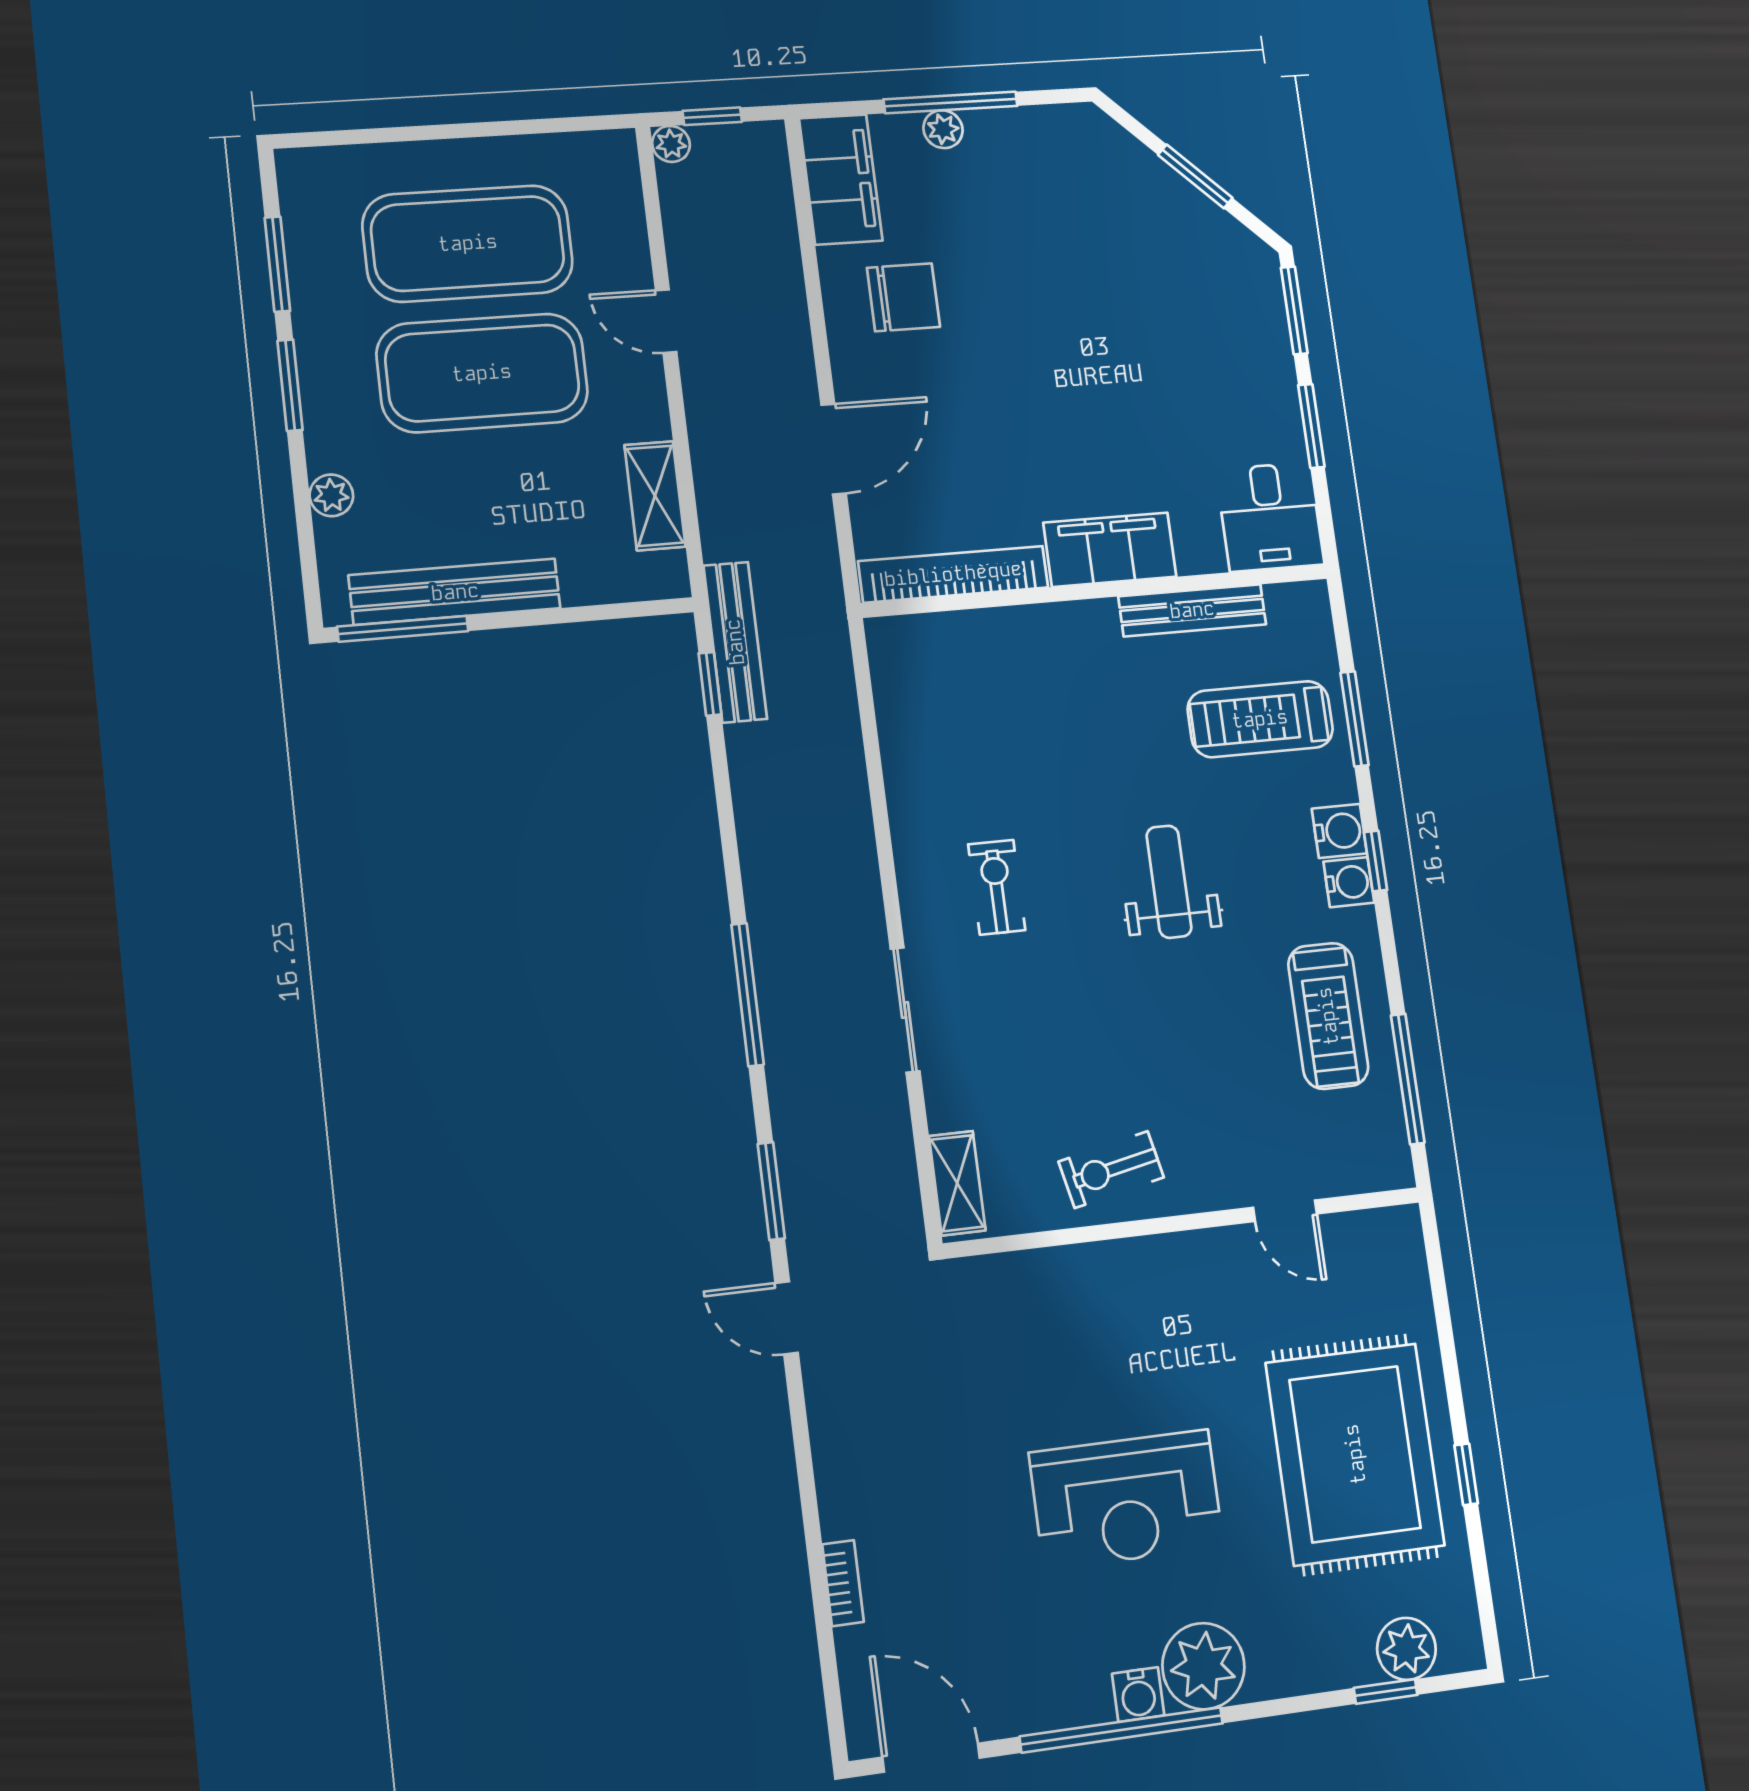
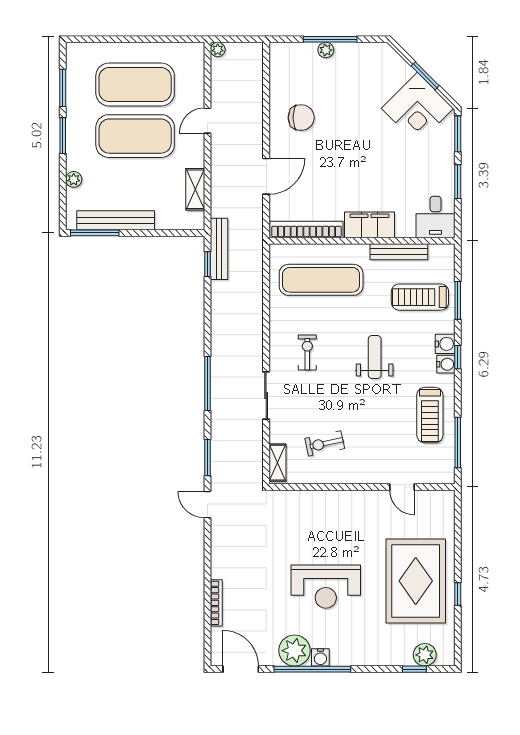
window: (712, 116) -> (235, 39), removed
filing cabinet: (841, 179) -> (282, 68), removed
corner desk: (1187, 256) -> (417, 108), added
door: (666, 321) -> (207, 121), hinge flipped
exercise mat: (1007, 698) -> (321, 280), added
exercise bike: (1111, 1169) -> (325, 443), moved
bookcase: (843, 1583) -> (216, 603), width x1.56
plant: (1203, 1666) -> (294, 651), moved

